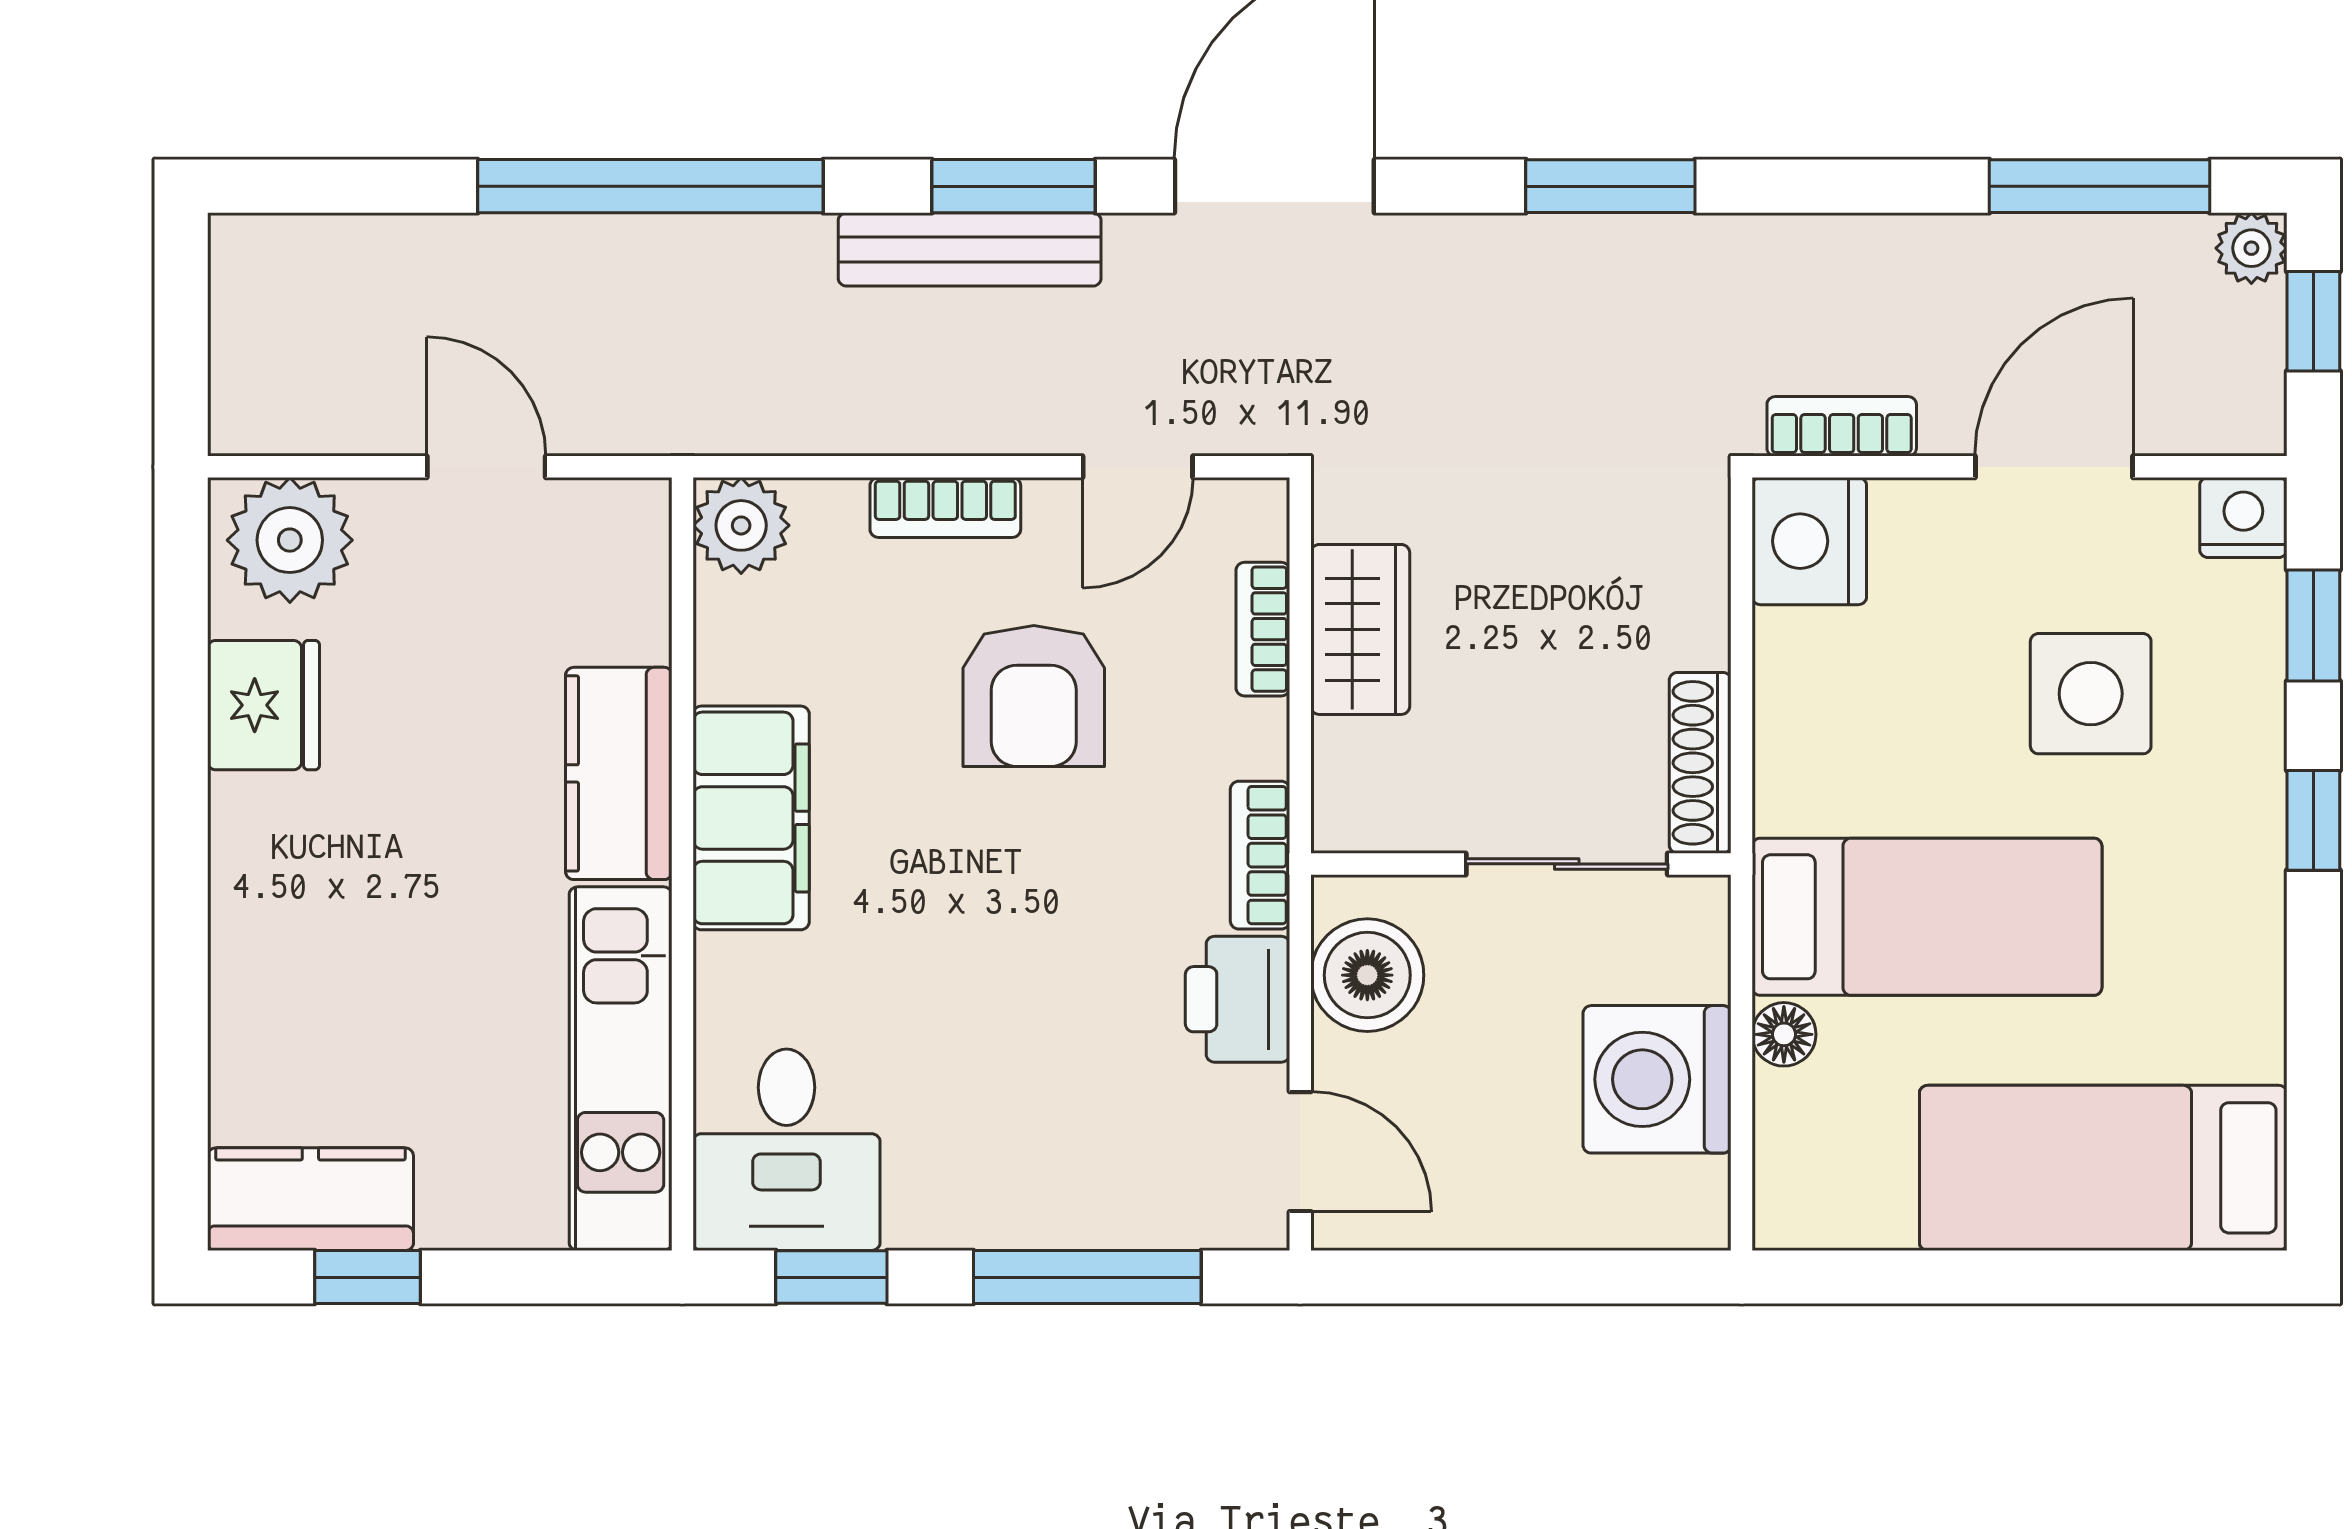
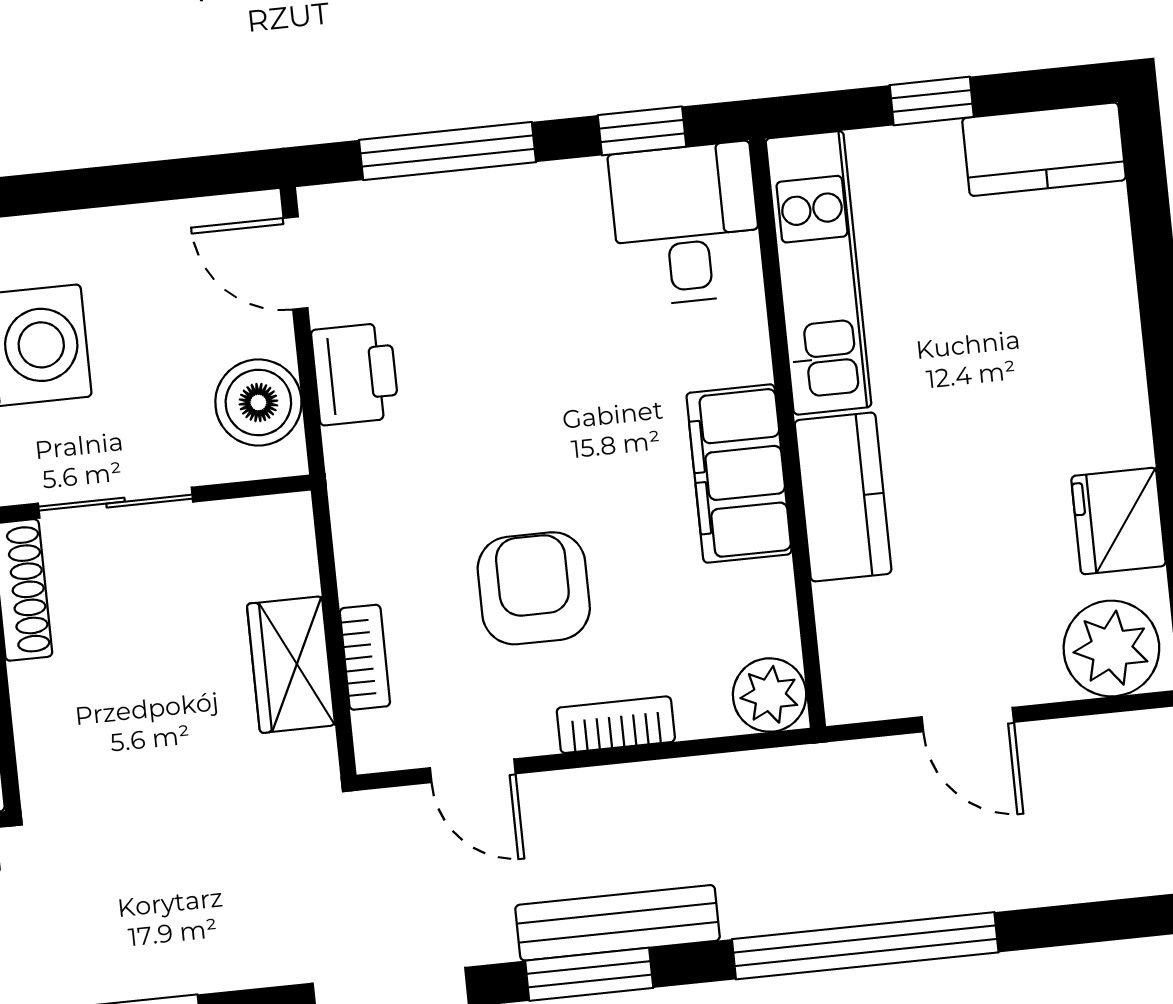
door: (1138, 467) -> (473, 771), swing flipped
bookcase: (1260, 855) -> (349, 485), removed
window: (367, 1277) -> (932, 101), moved

